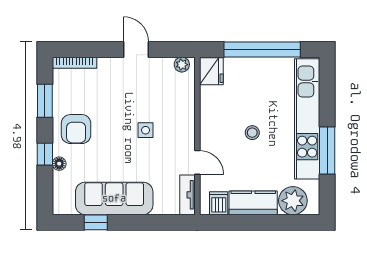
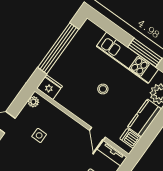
kitchen unit: (307, 119) -> (127, 58), width x0.73
side table: (146, 130) -> (39, 135), moved
door: (197, 162) -> (97, 134), swing flipped

